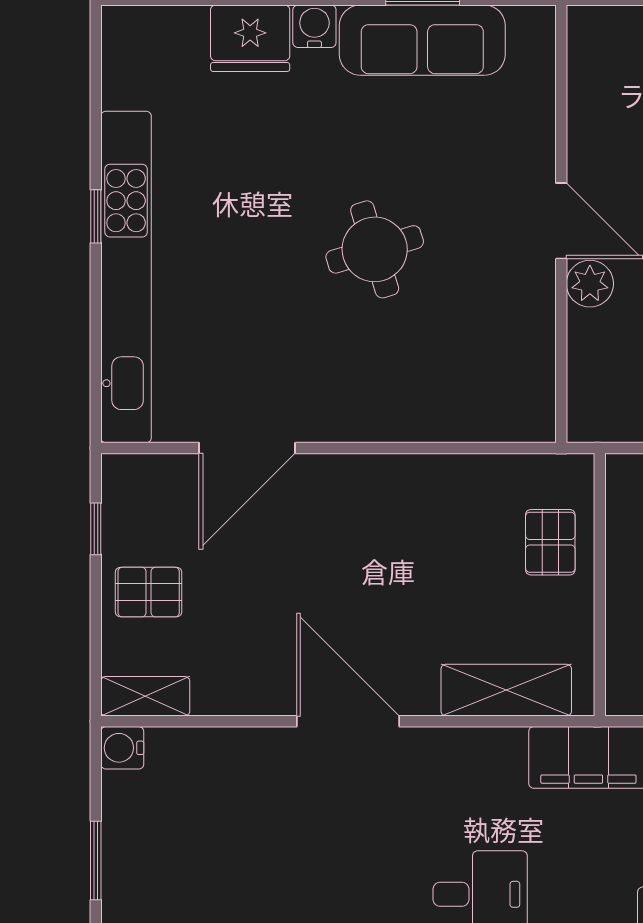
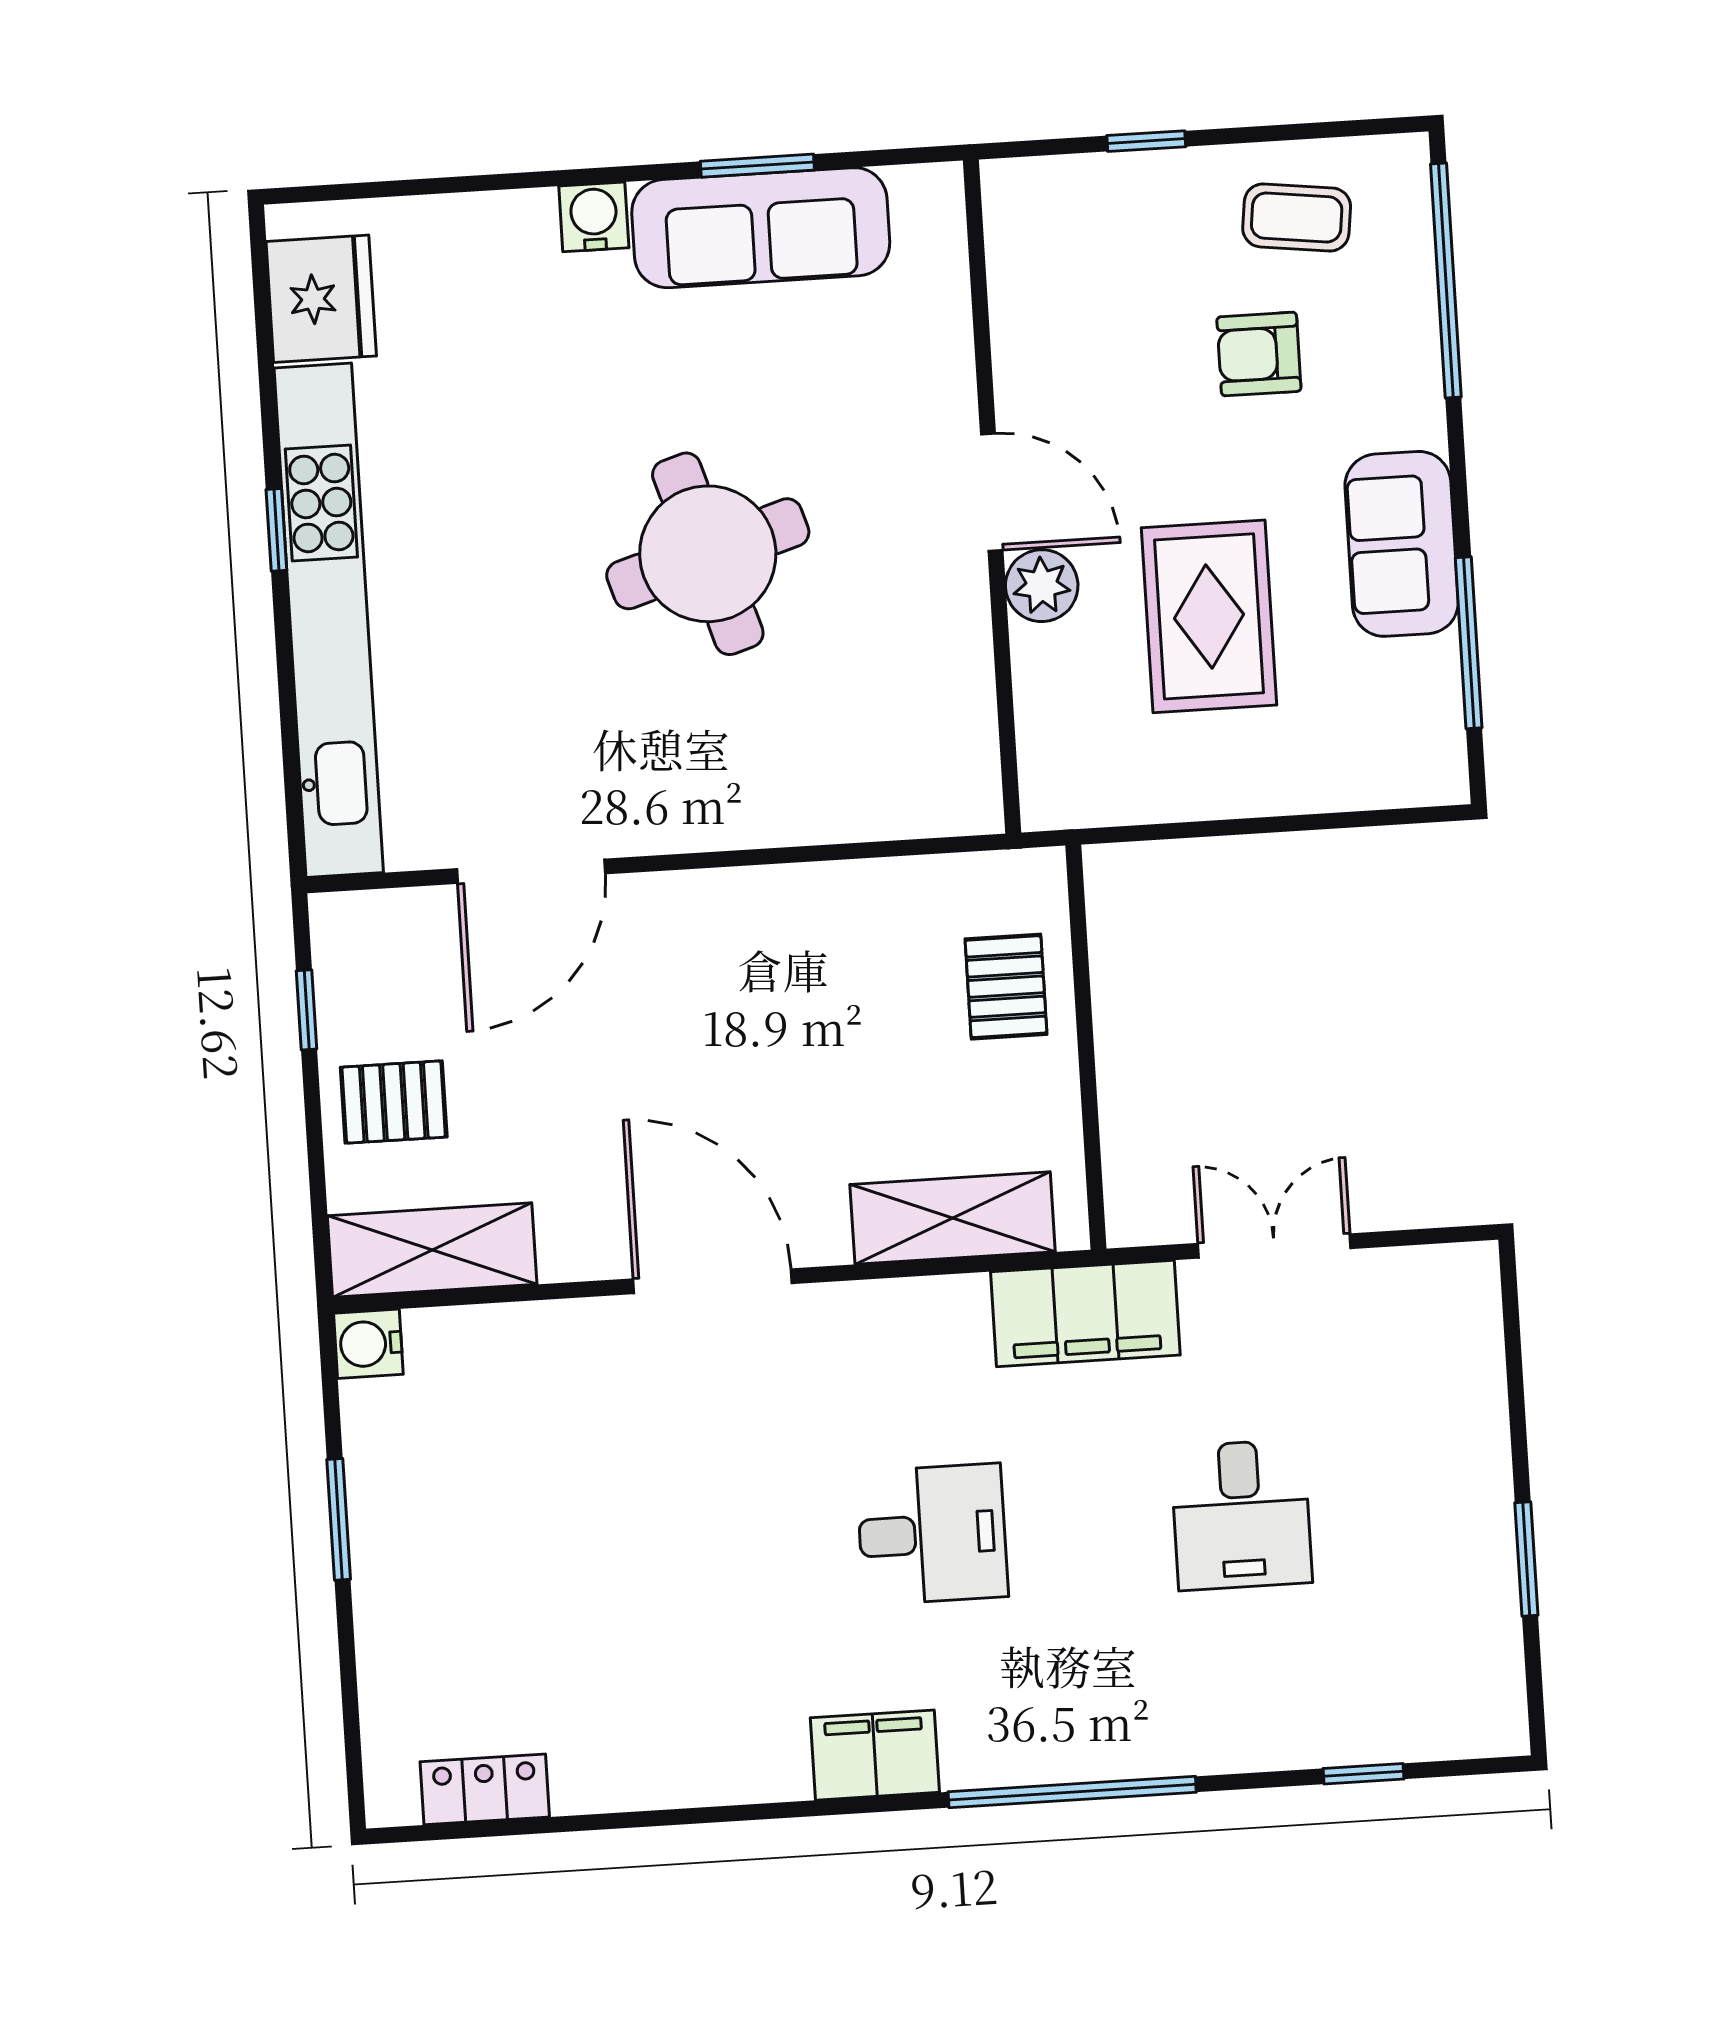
fridge: (250, 38) -> (321, 299), moved, turned -90
round table: (375, 249) -> (708, 554), width x1.36, depth x1.36
shelving: (145, 696) -> (432, 1250), width x1.50, depth x1.33

